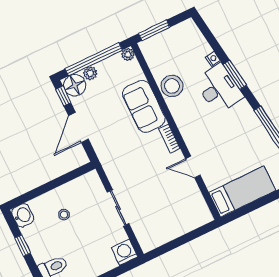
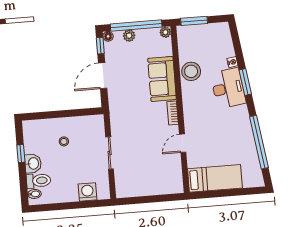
floor lamp: (75, 85) -> (108, 36), width x0.53, depth x0.53
door: (193, 167) -> (183, 143), hinge flipped
washbasin: (23, 215) -> (33, 163), moved
washing machine: (125, 252) -> (87, 192), moved

